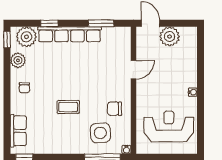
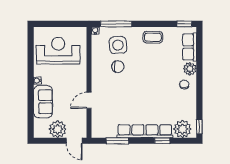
plant: (18, 60) -> (190, 69), moved
sofa: (186, 68) -> (43, 102), added
coffee table: (68, 107) -> (153, 37), moved
chair: (115, 109) -> (118, 67), moved
reception desk: (169, 126) -> (58, 51), turned 180

